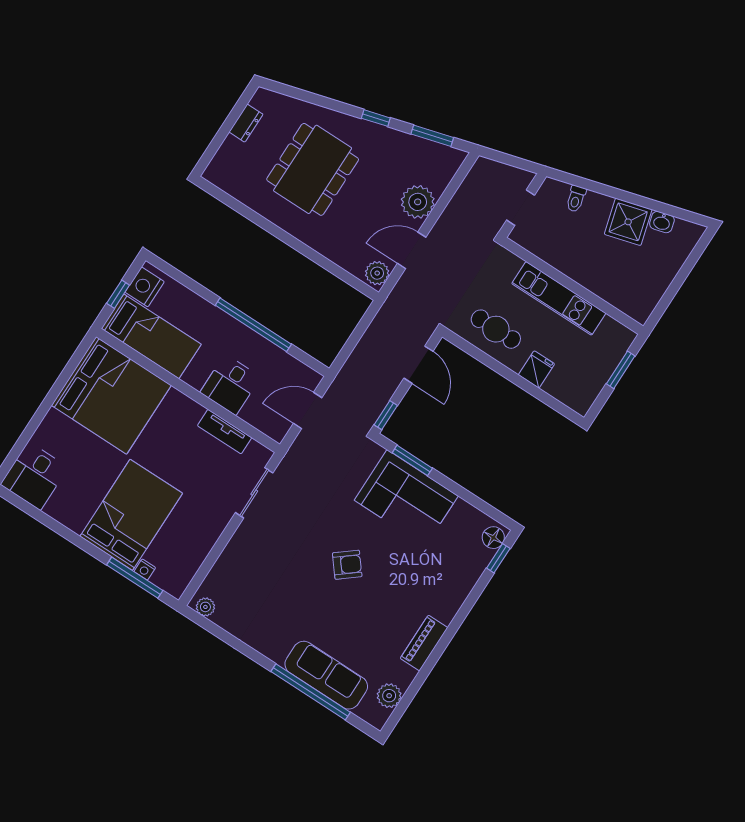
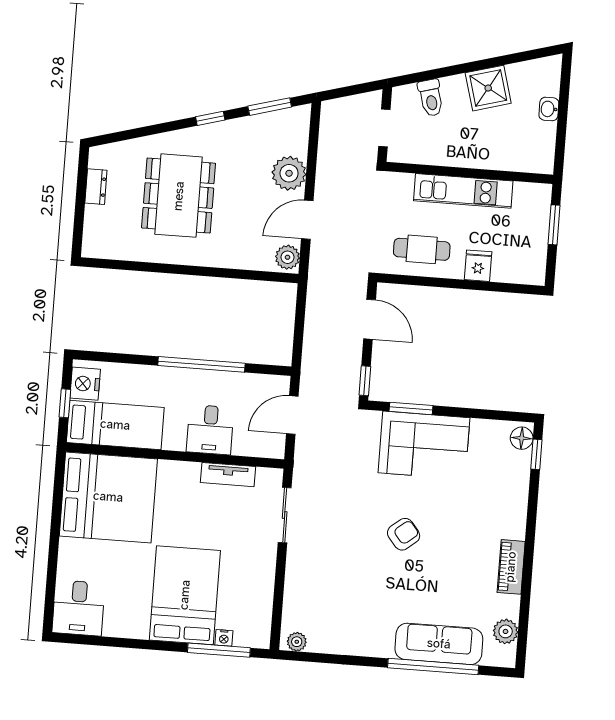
toilet: (576, 199) -> (431, 98), width x1.37, depth x1.39
washbasin: (662, 222) -> (549, 109), moved, turned 106

